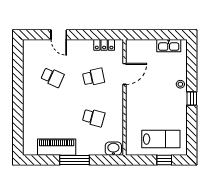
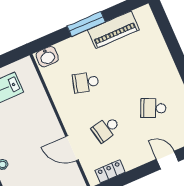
door: (125, 74) -> (72, 148), hinge flipped

